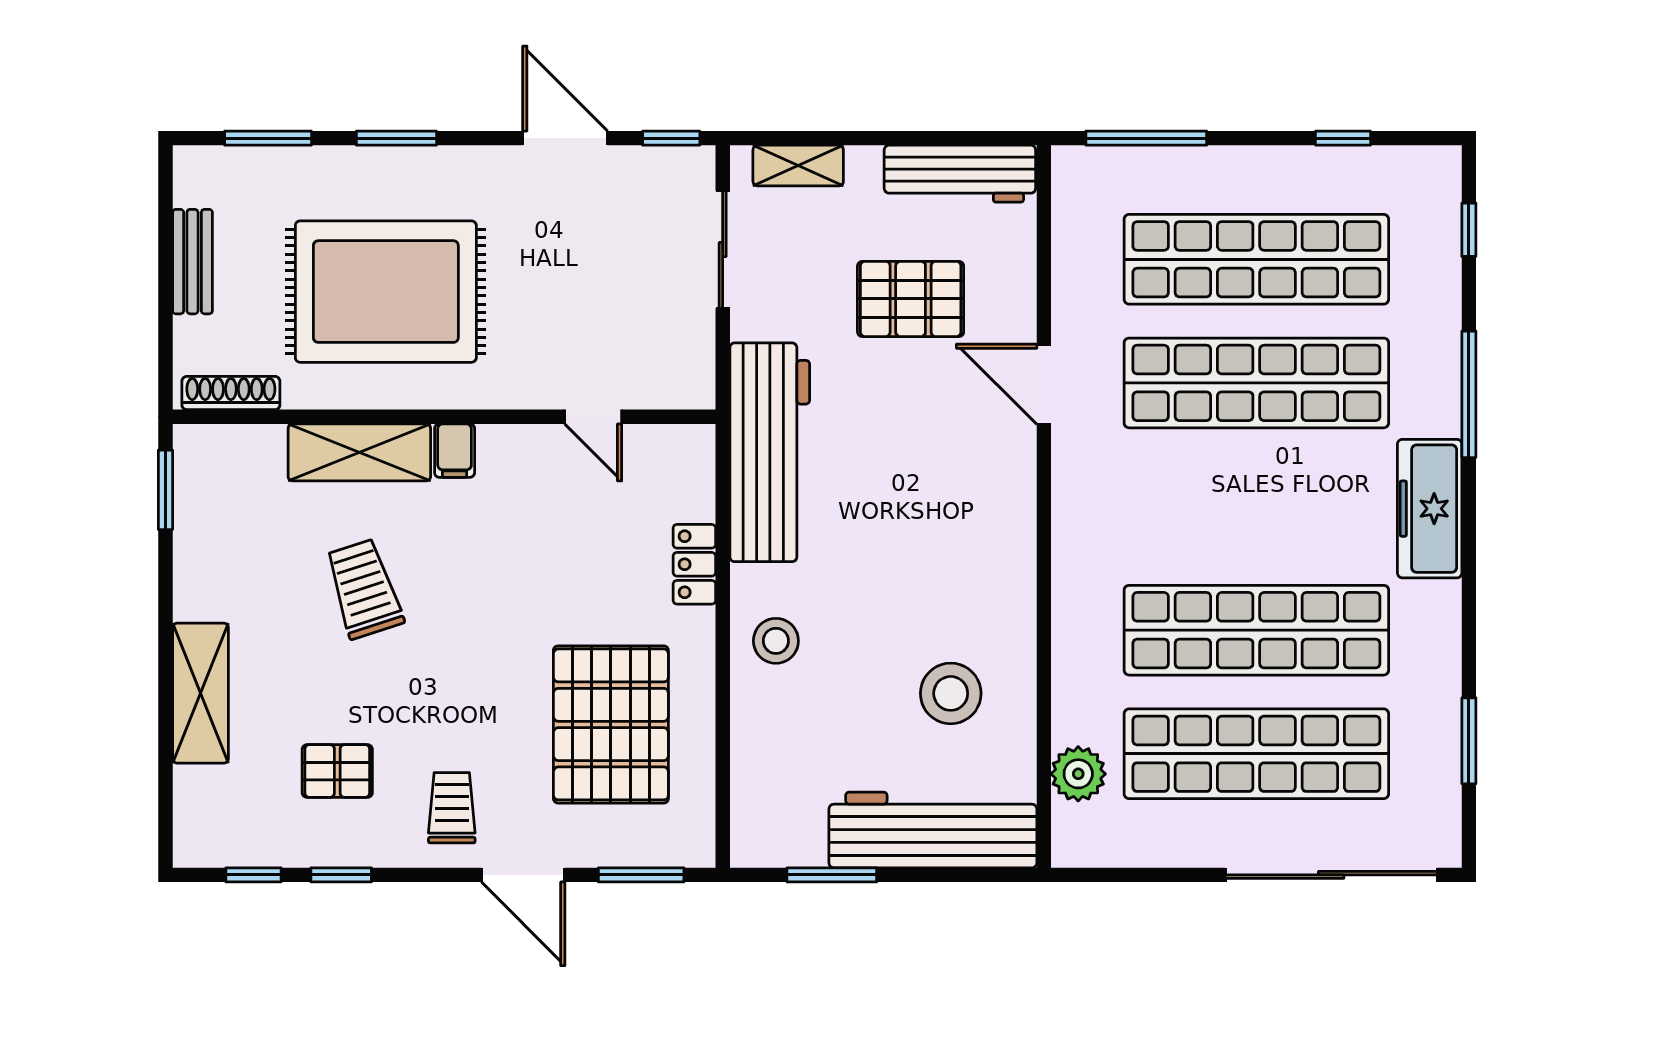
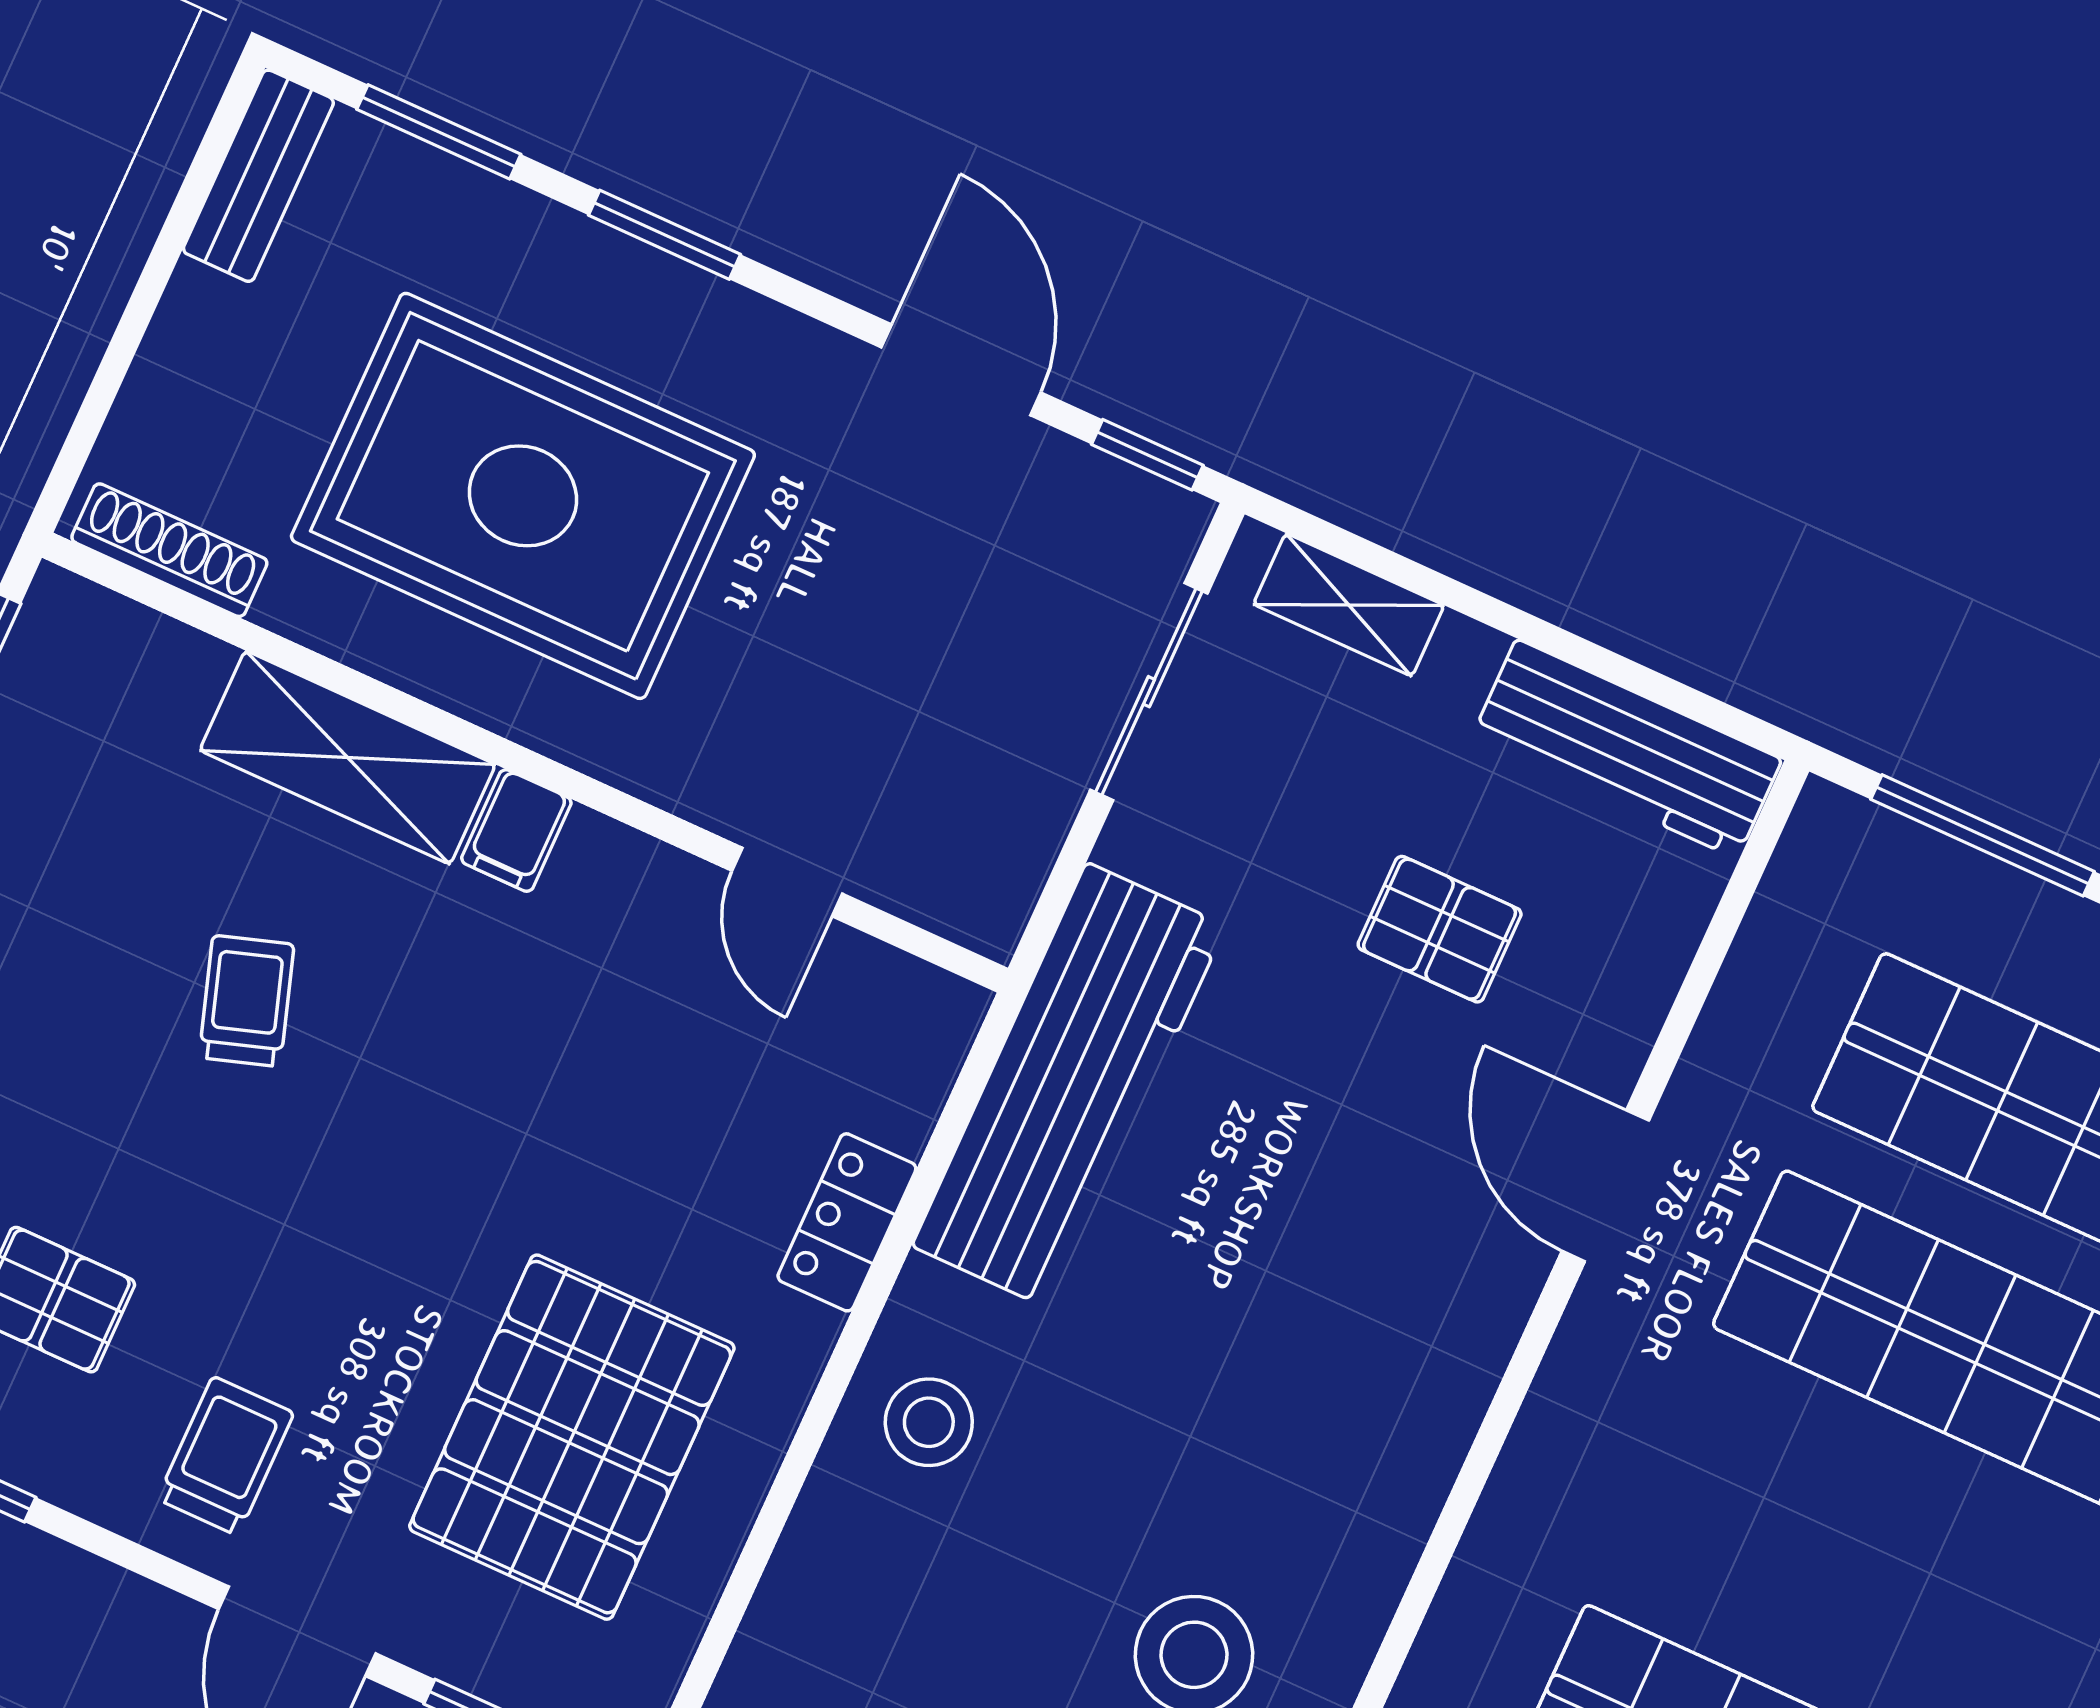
bench: (192, 262) -> (258, 176), moved
pallet: (911, 299) -> (1440, 929), width x0.67, depth x0.71
trolley: (364, 589) -> (246, 1001), width x0.73, depth x0.72

